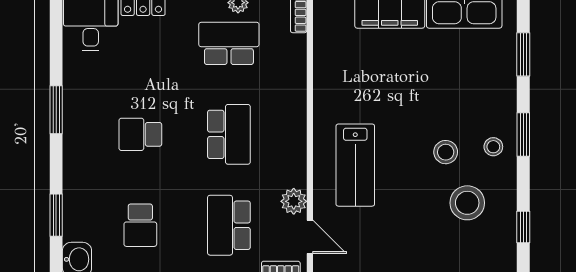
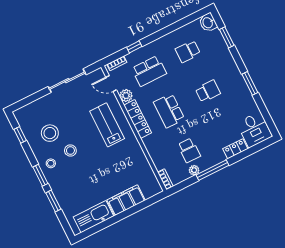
school desk: (229, 43) -> (189, 150), width x0.54
window: (523, 54) -> (53, 201), moved
locker: (294, 148) -> (138, 119), added
school desk: (140, 225) -> (188, 51), turned -90
school desk: (229, 225) -> (149, 71), turned 90

